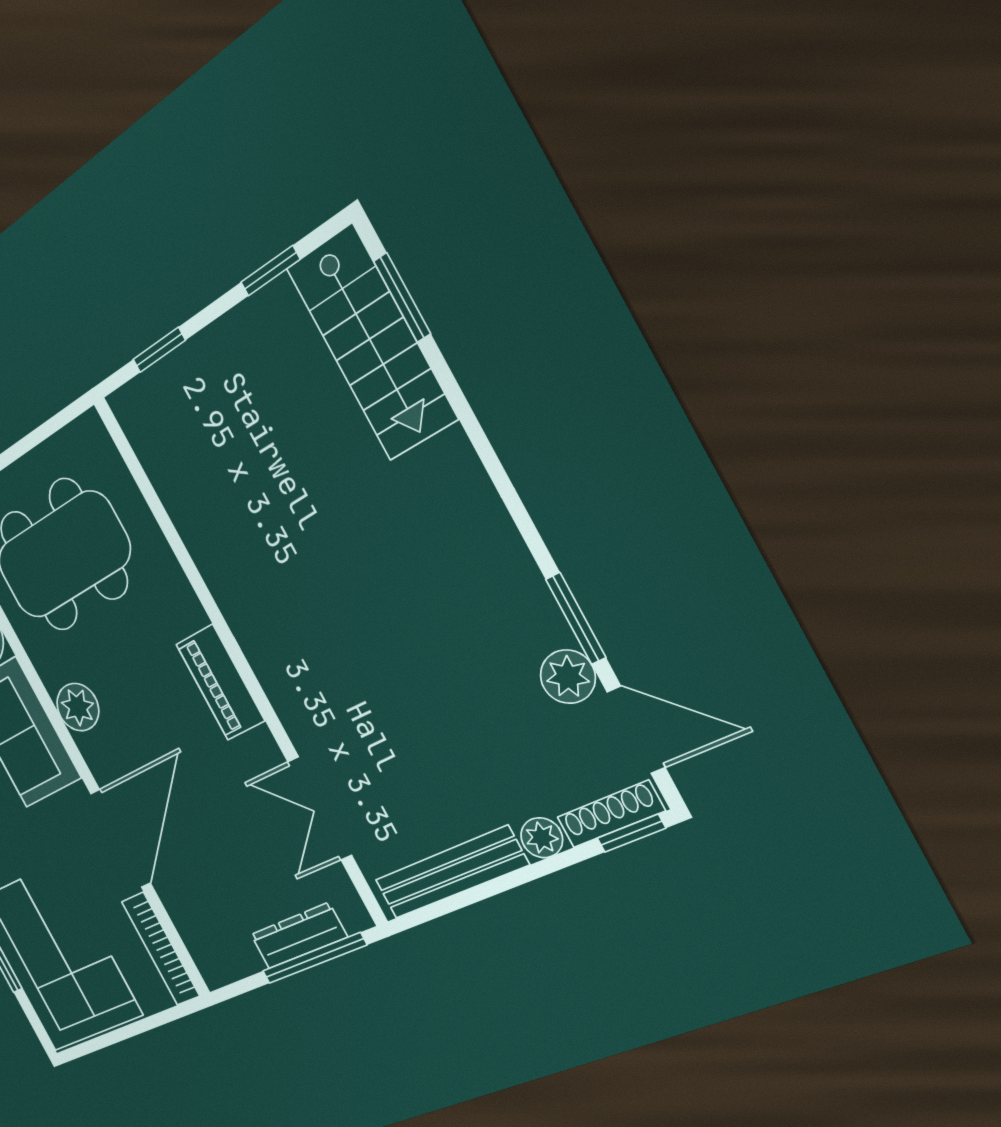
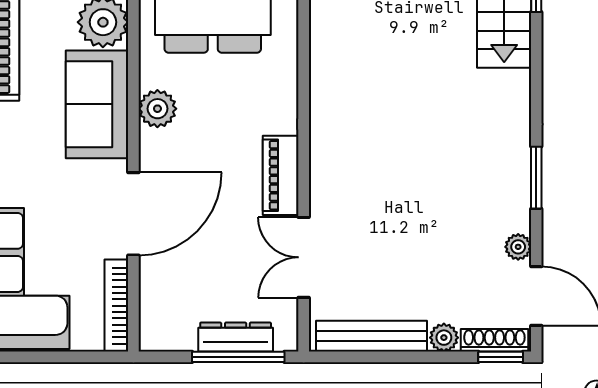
window: (576, 618) -> (536, 178), moved
plant: (568, 677) -> (518, 247), width x0.73, depth x0.73
piano: (220, 682) -> (281, 175), moved

